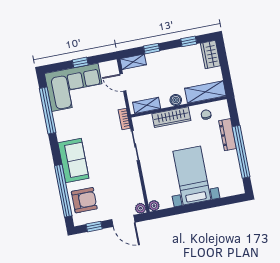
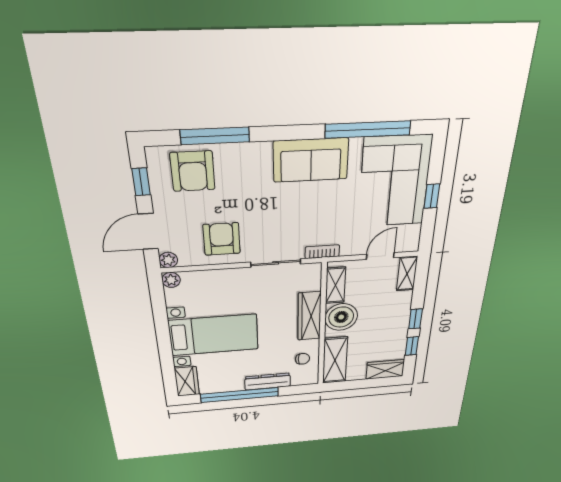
window: (152, 49) -> (415, 319), moved
boiler: (176, 100) -> (341, 317), width x1.86, depth x1.86
sofa: (73, 160) -> (311, 160), moved
armchair: (123, 180) -> (222, 239), added
wardrobe: (232, 189) -> (187, 381), added
window: (63, 191) -> (215, 136), width x0.68

